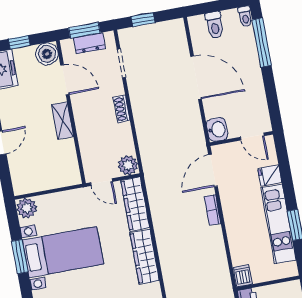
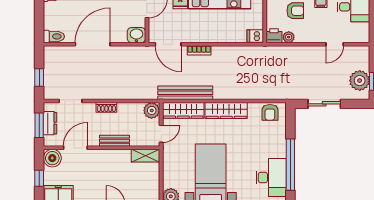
toilet: (215, 25) -> (54, 36), moved
shelving: (62, 121) -> (146, 156), moved
bench: (82, 126) -> (115, 141), added
bench: (157, 203) -> (185, 93), added

